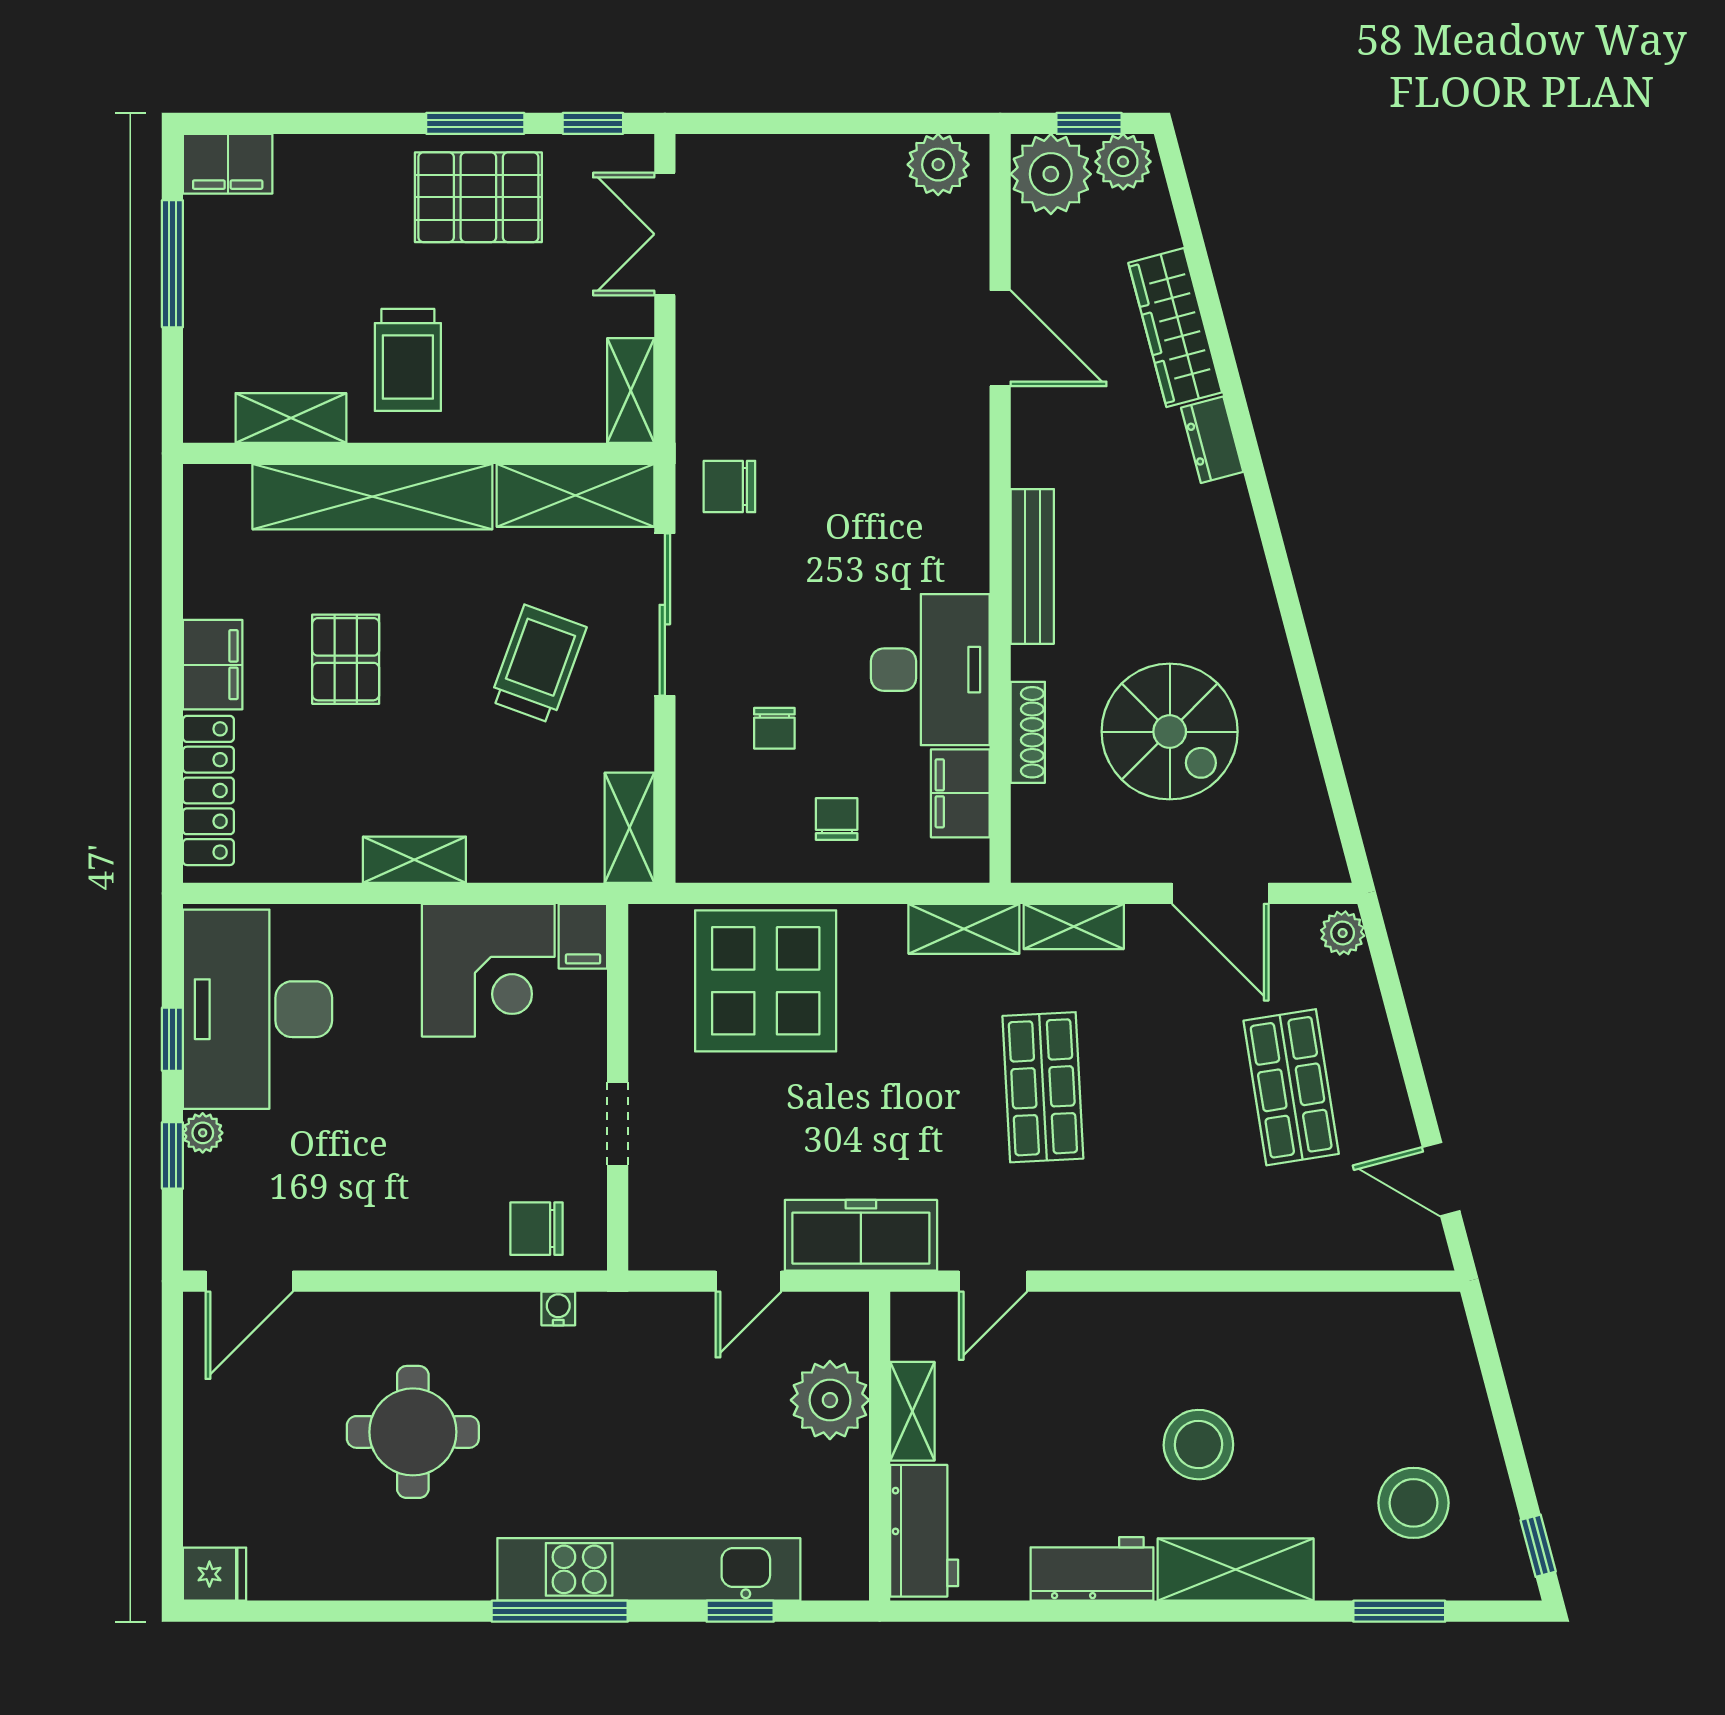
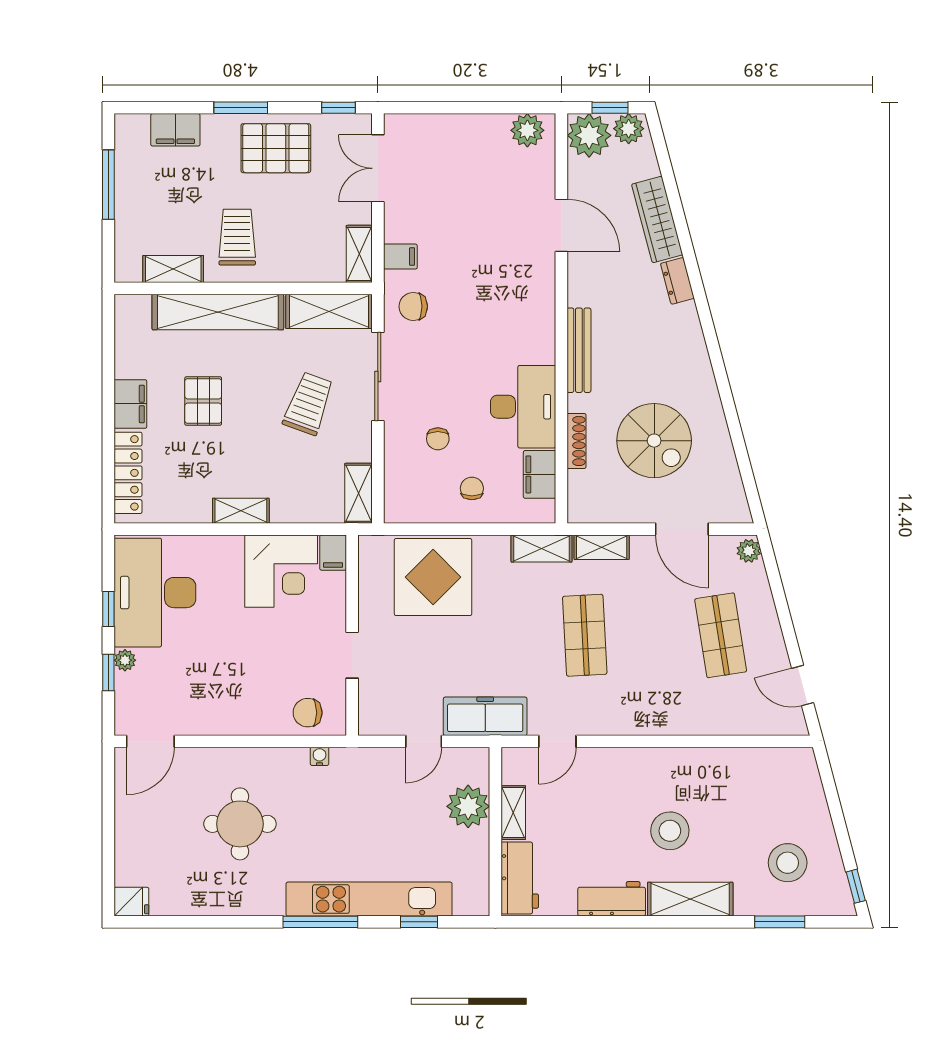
window: (475, 123) -> (241, 108), moved
filing cabinet: (228, 164) -> (175, 130), moved
trolley: (408, 360) -> (237, 237), turned 180
filing cabinet: (706, 395) -> (400, 257), added

